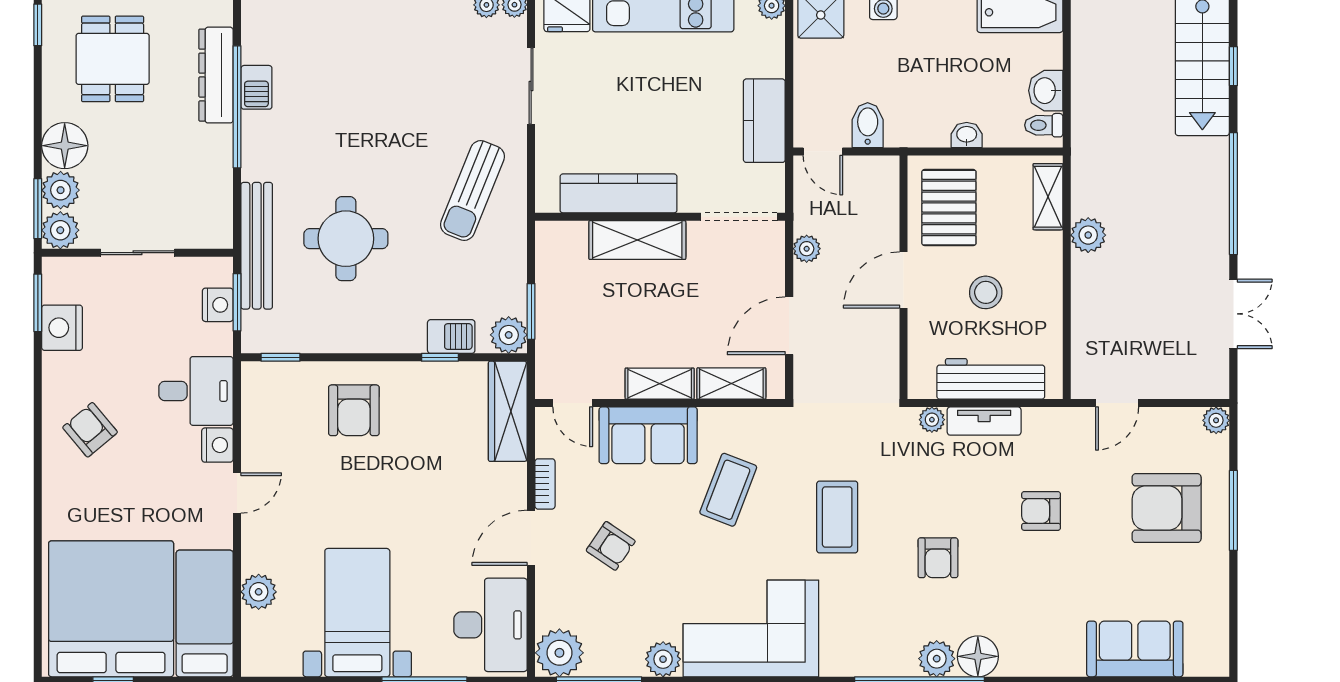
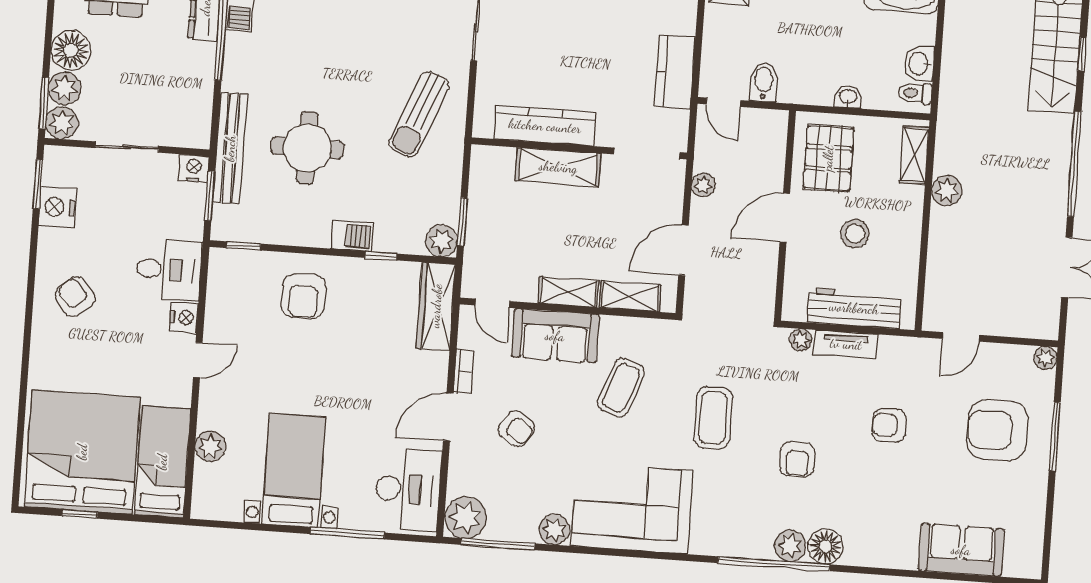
nightstand: (218, 305) -> (194, 169), moved, turned -90
barbecue: (451, 337) -> (352, 236), moved

